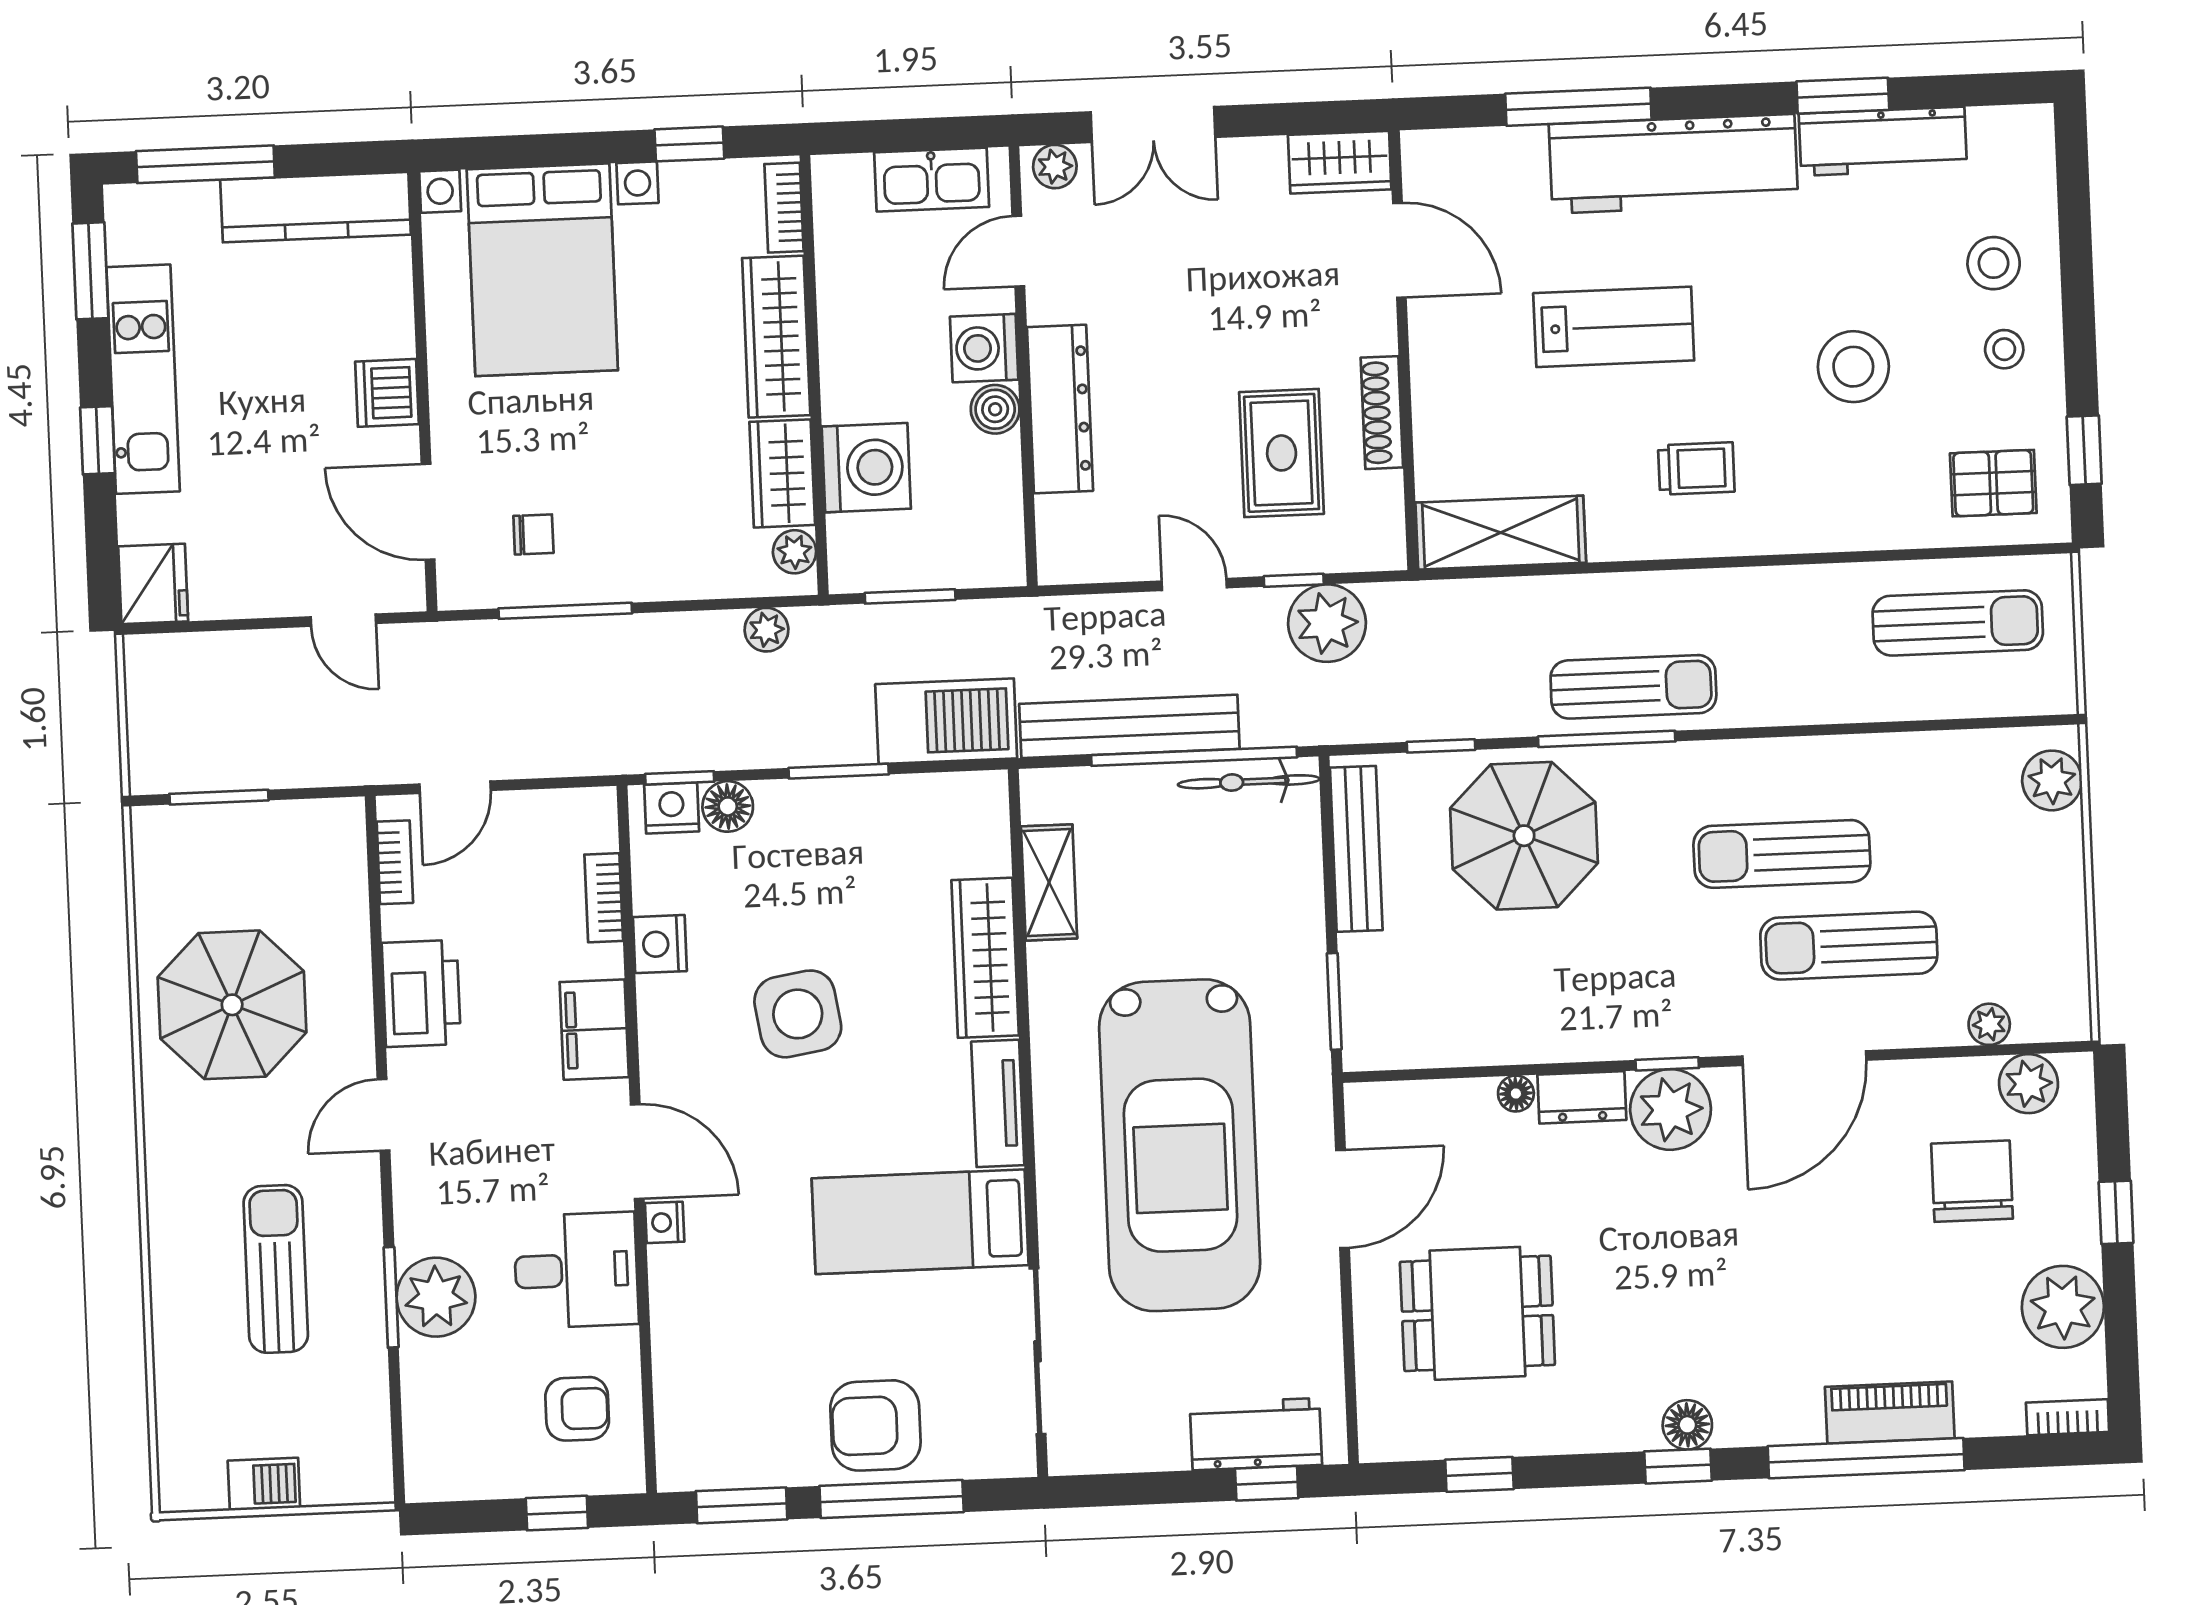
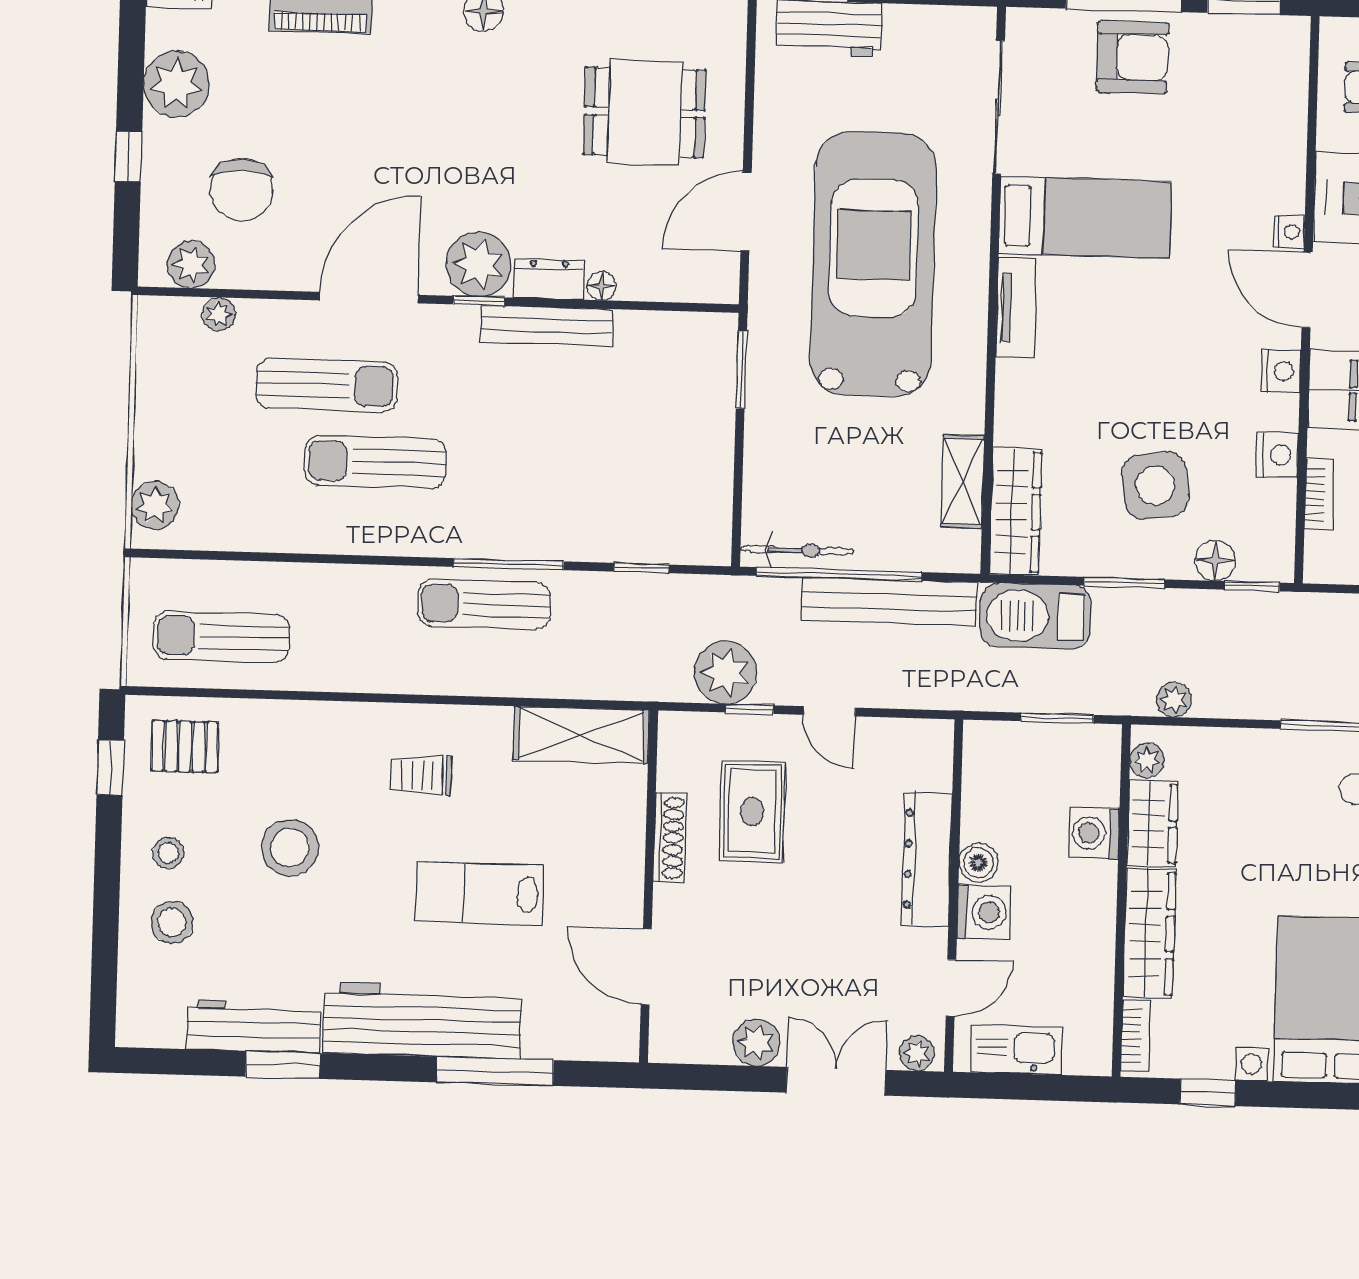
wardrobe: (1340, 162) -> (689, 1041), removed
plant: (1256, 166) -> (756, 1043), added
washing machine: (866, 468) -> (1094, 833), width x0.73, depth x0.73
nightstand: (672, 808) -> (1281, 371), moved, turned -90
parasol: (1524, 836) -> (580, 492), removed
bench: (1356, 849) -> (547, 326), moved, turned 90
sun lounger: (1782, 854) -> (375, 462), turned 180
wardrobe: (985, 958) -> (1015, 512), moved
side table: (798, 1014) -> (1155, 486), moved

